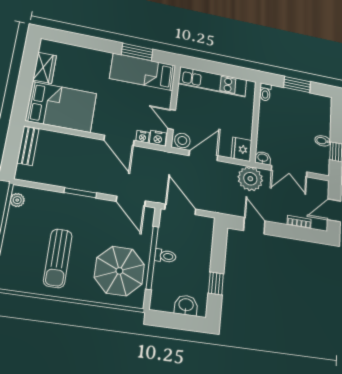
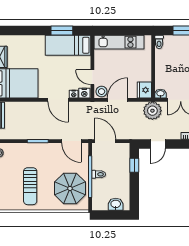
door: (254, 226) -> (158, 144), swing flipped
window: (216, 284) -> (134, 165), moved

